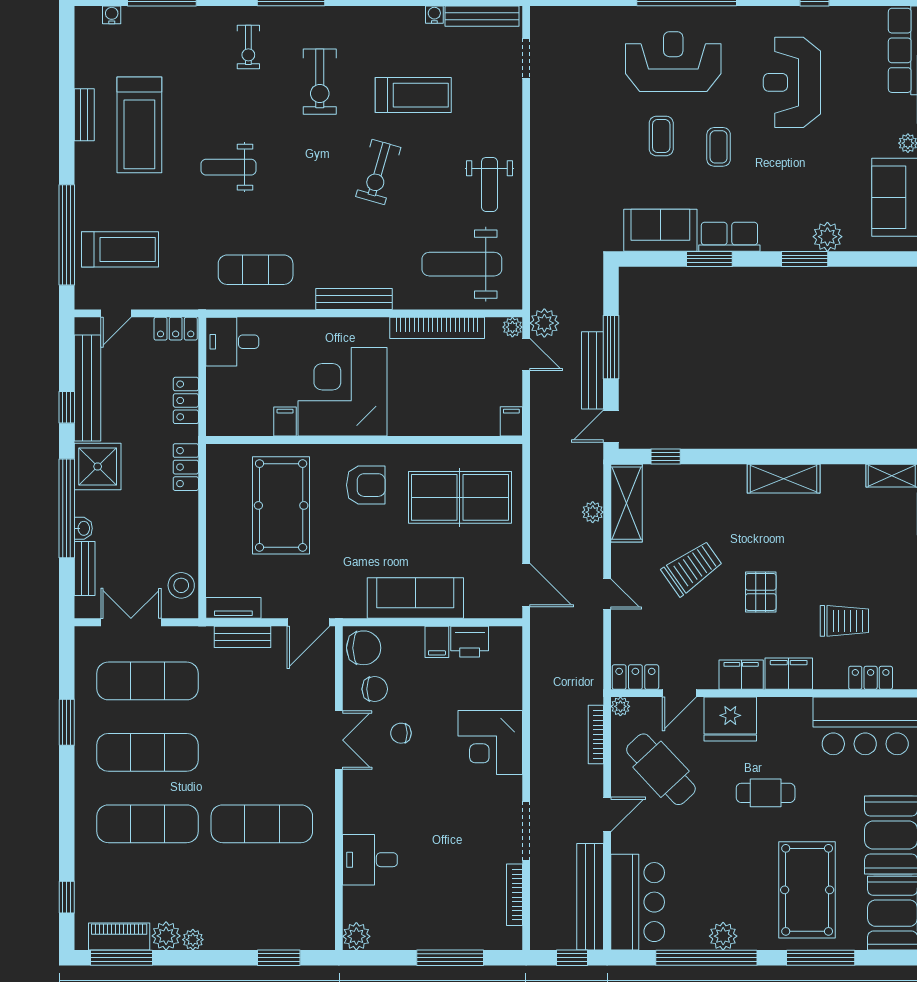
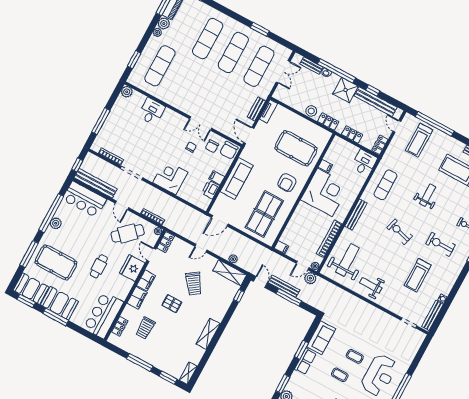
exercise bike: (378, 172) -> (400, 232), moved
stool: (181, 585) -> (311, 111), moved
exercise mat: (262, 824) -> (160, 66), moved

